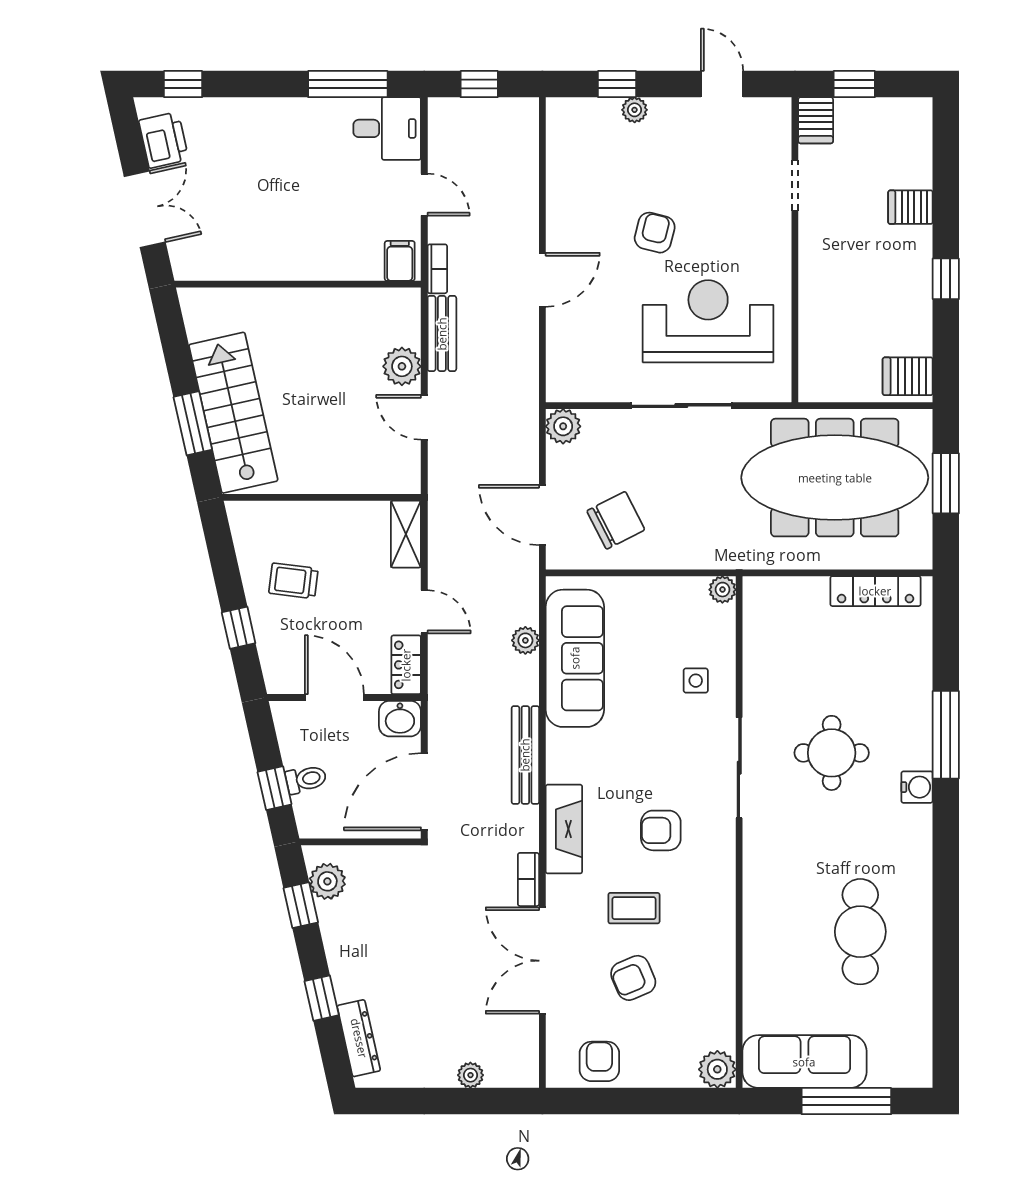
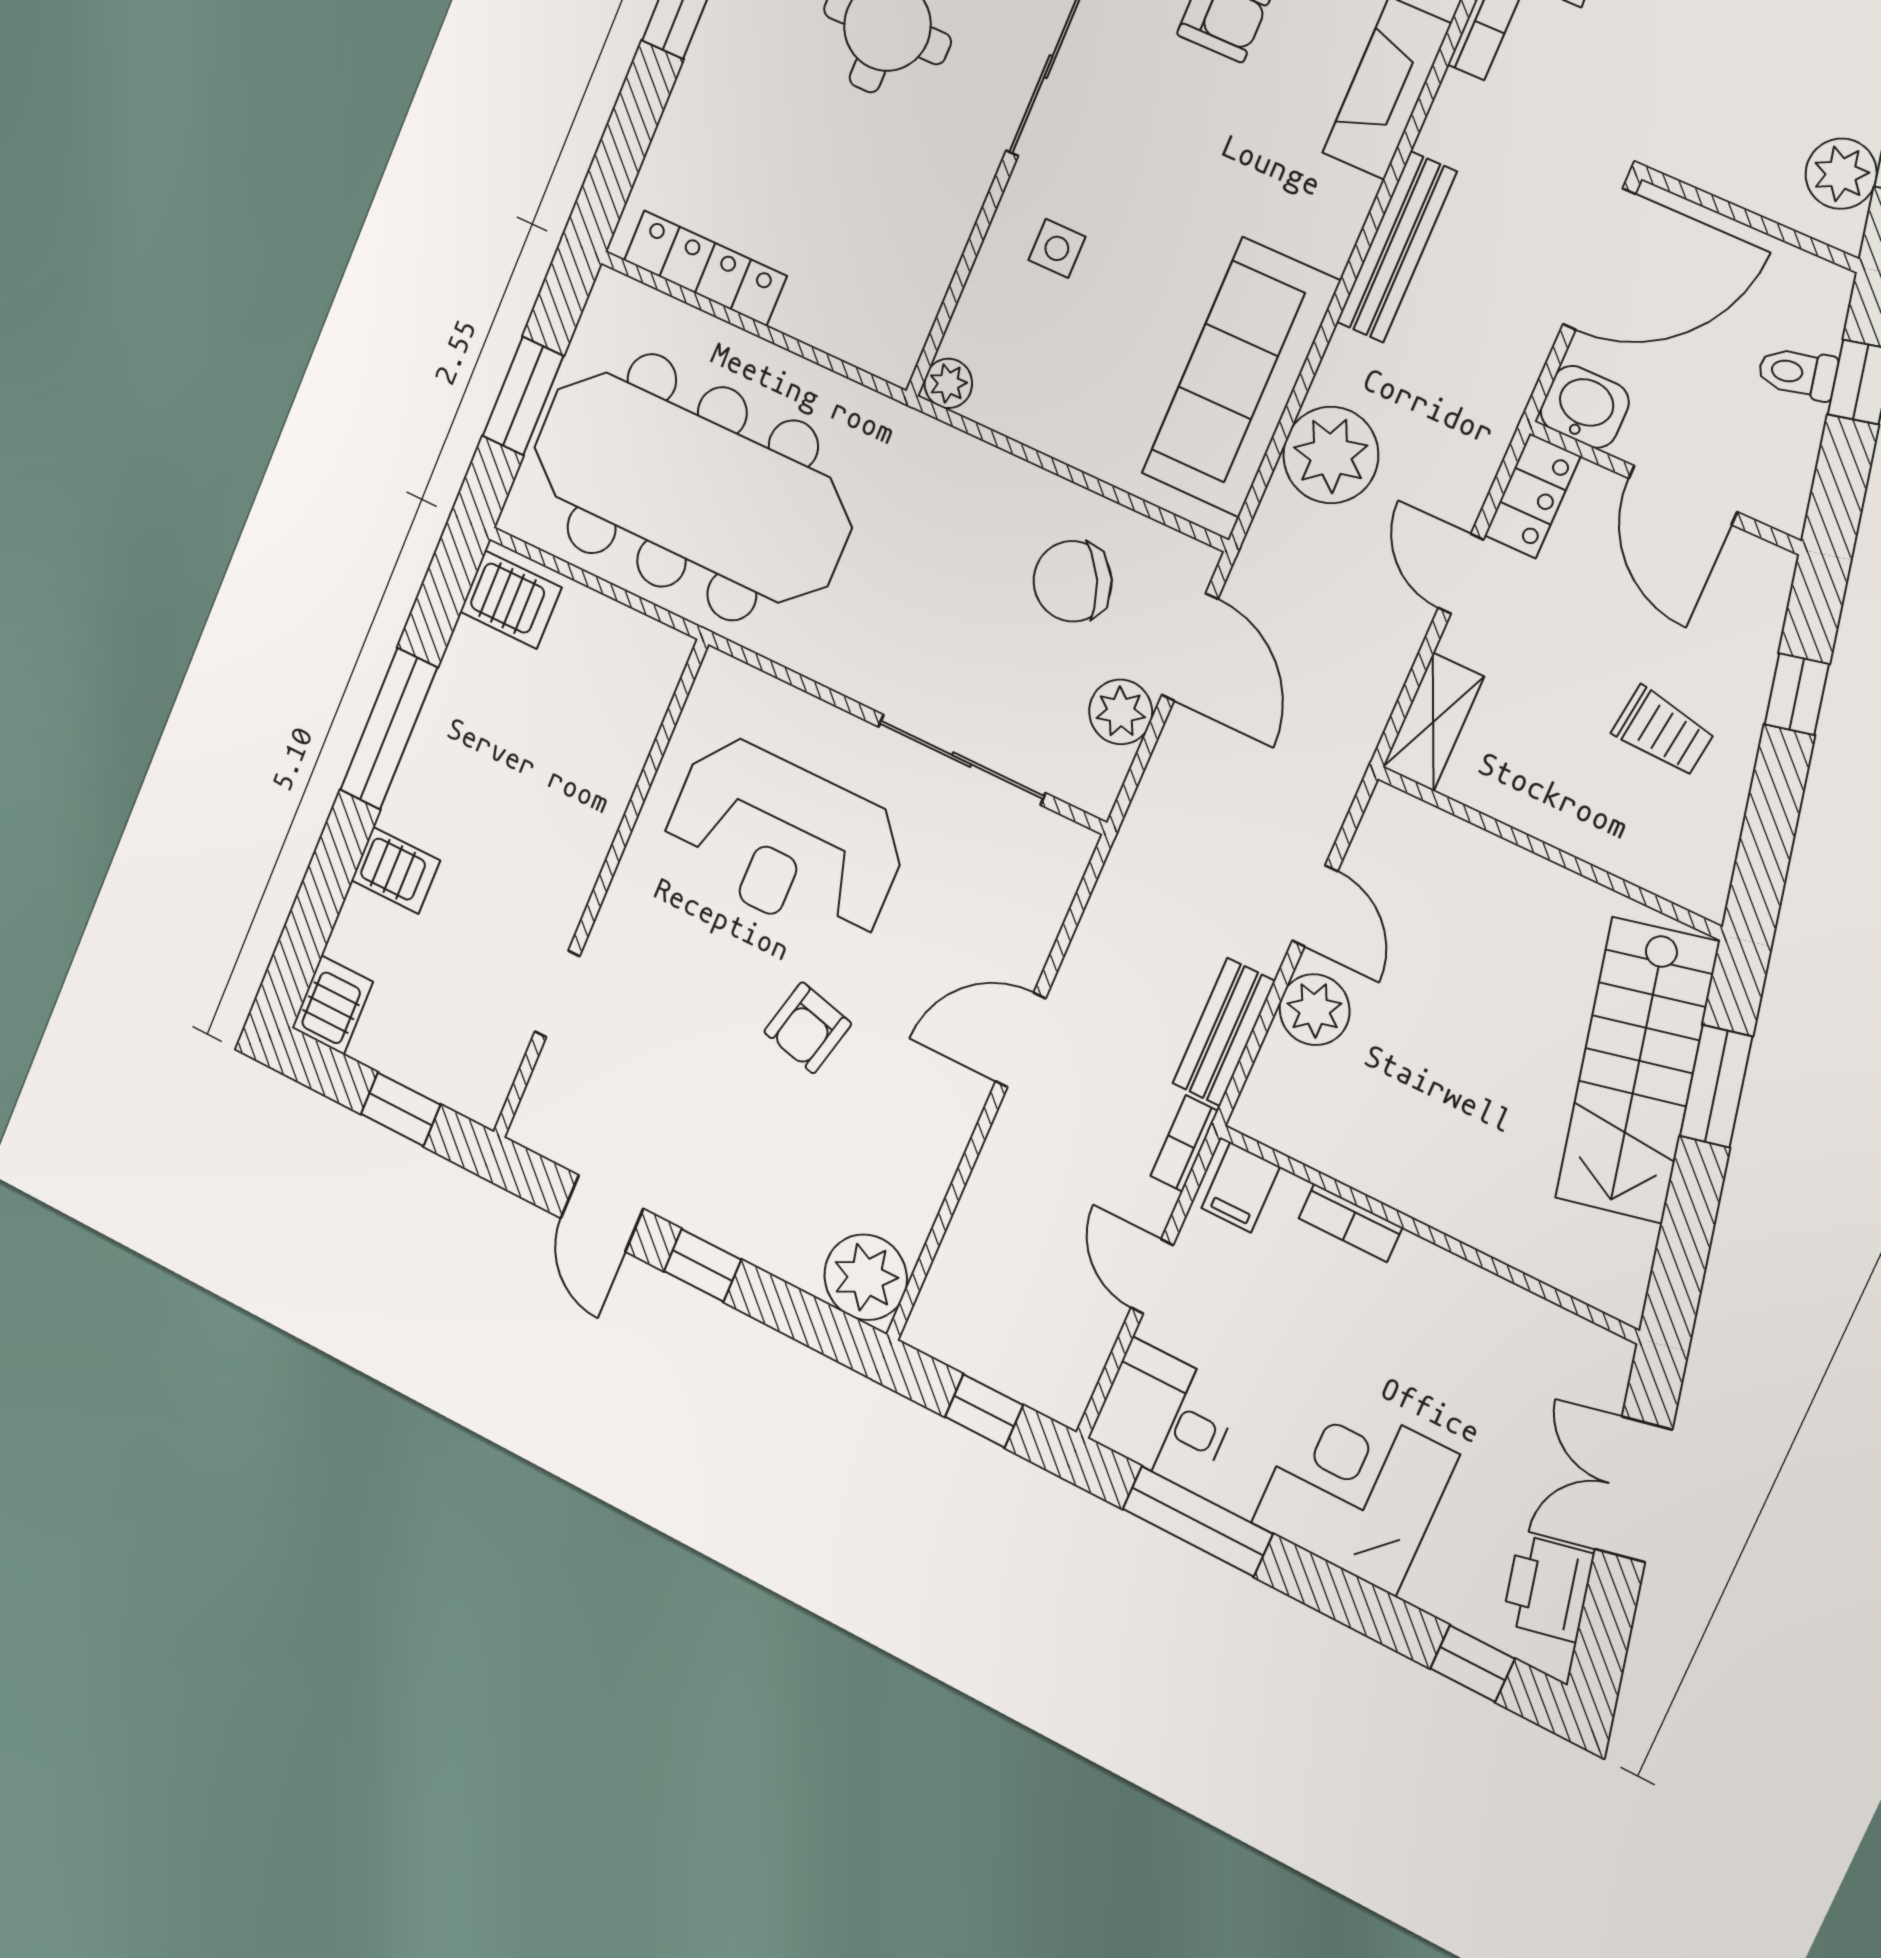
window: (617, 84) -> (702, 1265), moved
plant: (635, 110) -> (866, 1277), moved, width x1.88, depth x1.88
server rack: (816, 120) -> (332, 1005), moved
corner desk: (278, 140) -> (1355, 1489), added
bookcase: (338, 270) -> (1351, 1223), added
window: (946, 279) -> (389, 729), width x2.17
sliding door: (681, 406) -> (962, 760), moved
plant: (563, 426) -> (1121, 712), moved
plant: (525, 640) -> (1331, 455), width x1.87, depth x1.87

